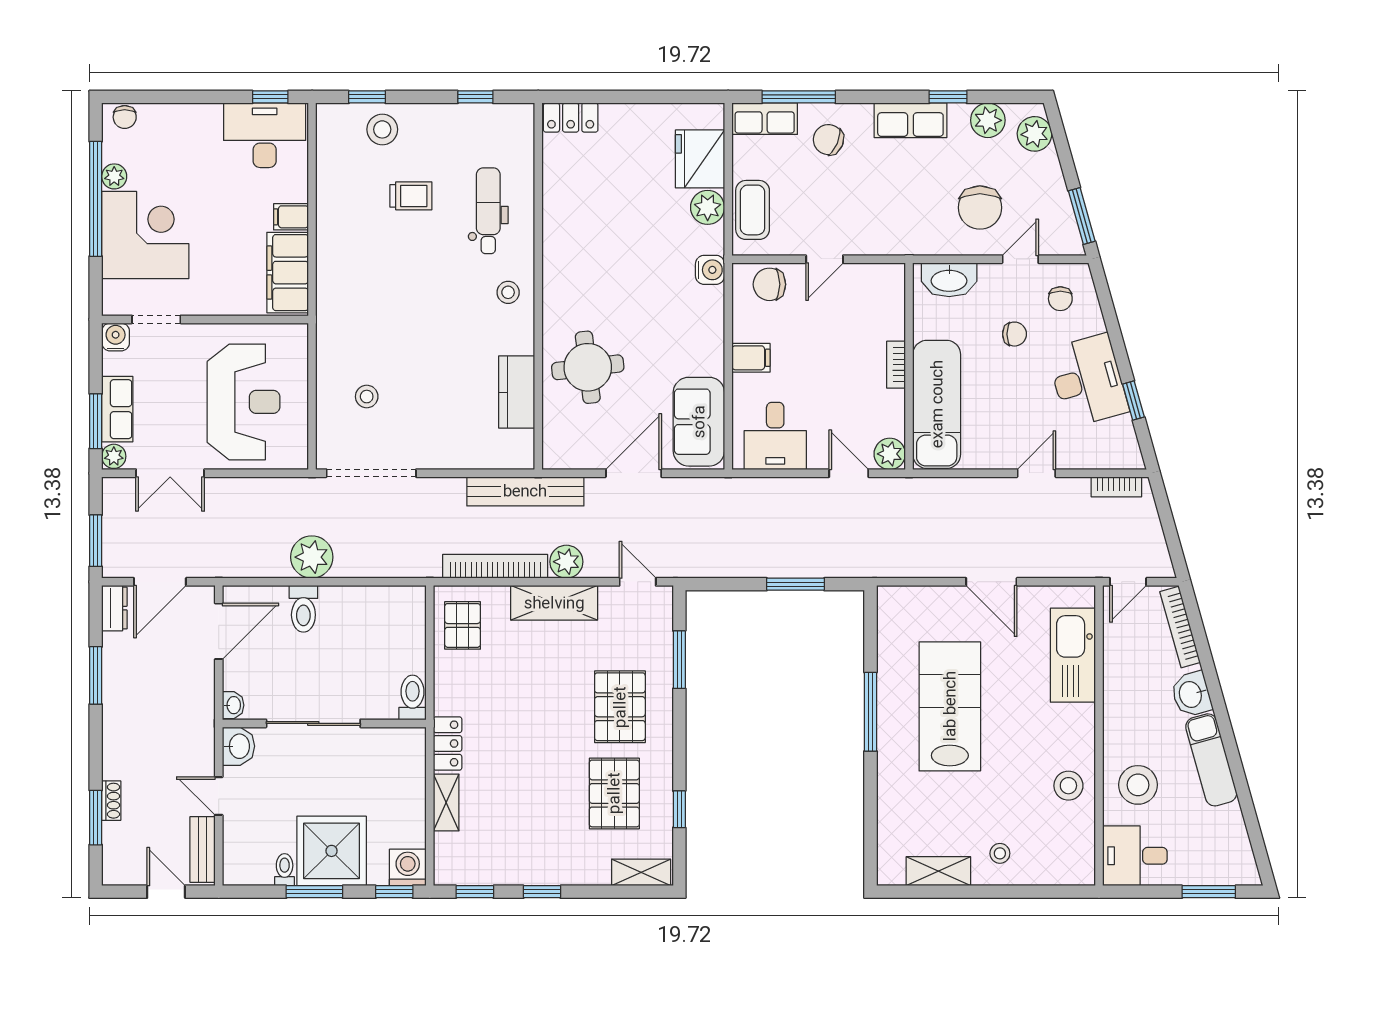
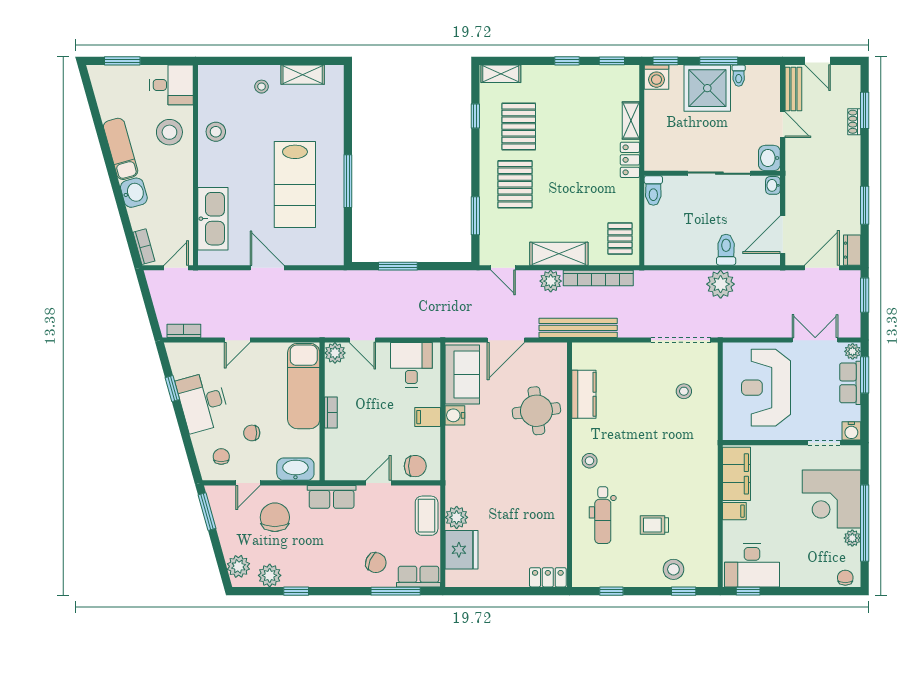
row of seats: (910, 120) -> (332, 497), moved, turned 180
water cooler: (710, 270) -> (455, 415), moved
bookcase: (1180, 627) -> (144, 247), width x0.64

